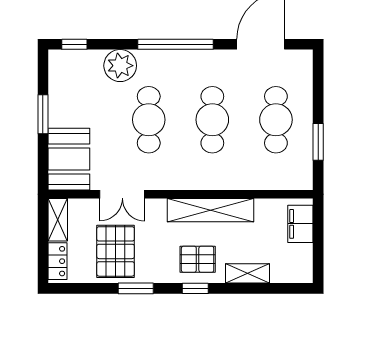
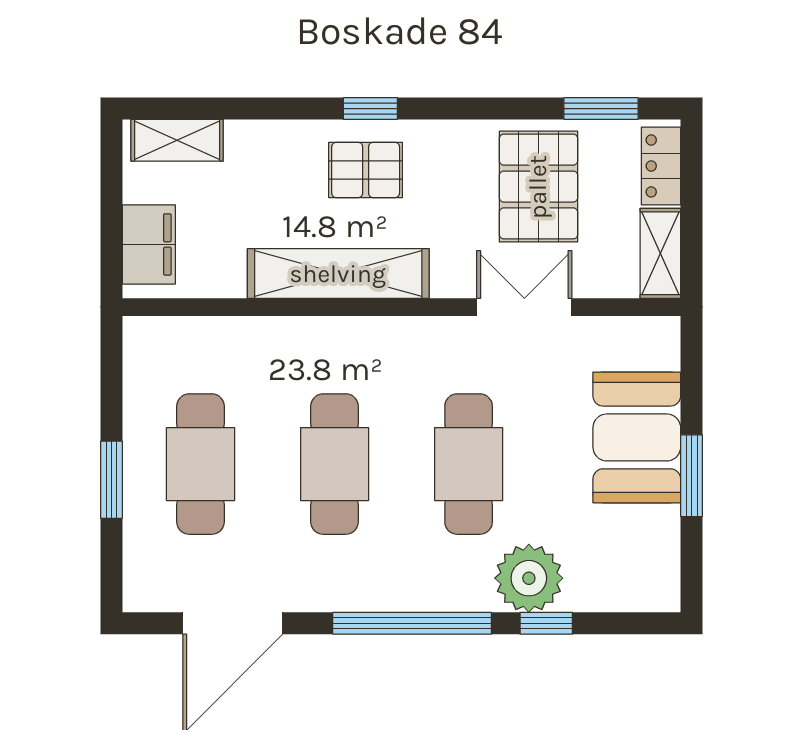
window: (74, 44) -> (546, 623), moved
window: (318, 142) -> (112, 480), moved
booth: (69, 159) -> (637, 437), moved
shelving: (248, 273) -> (177, 140), moved
window: (136, 288) -> (601, 109), moved

